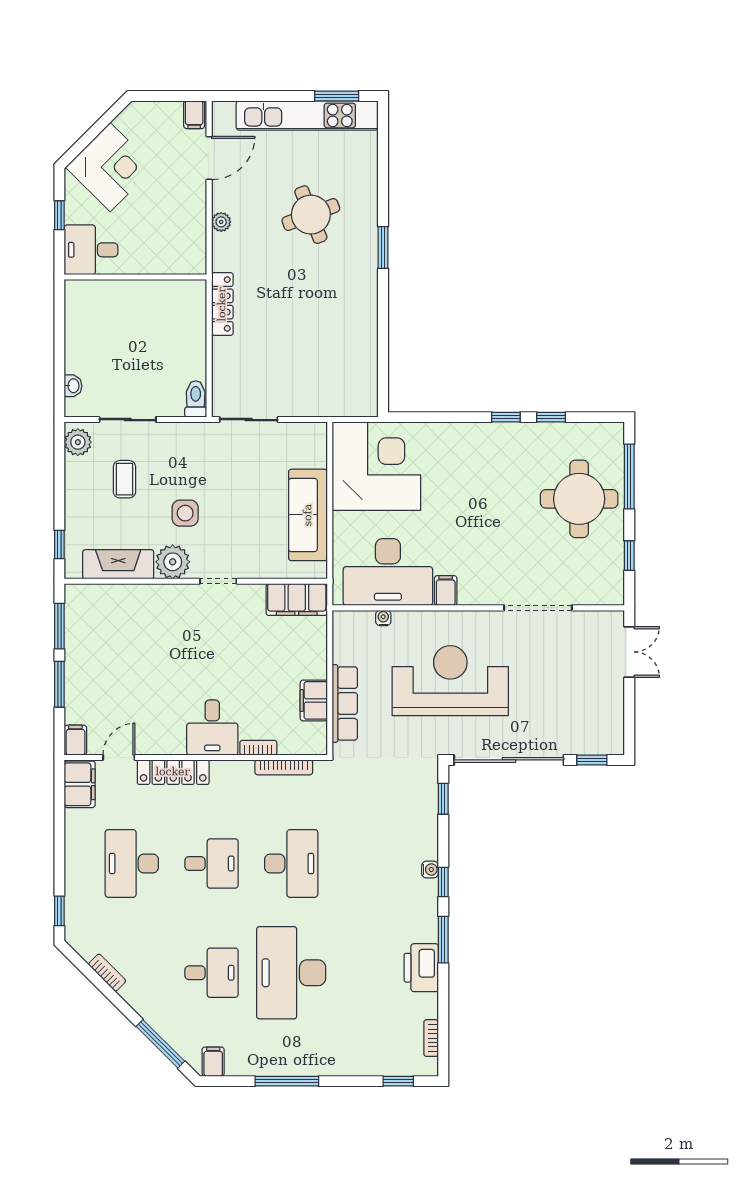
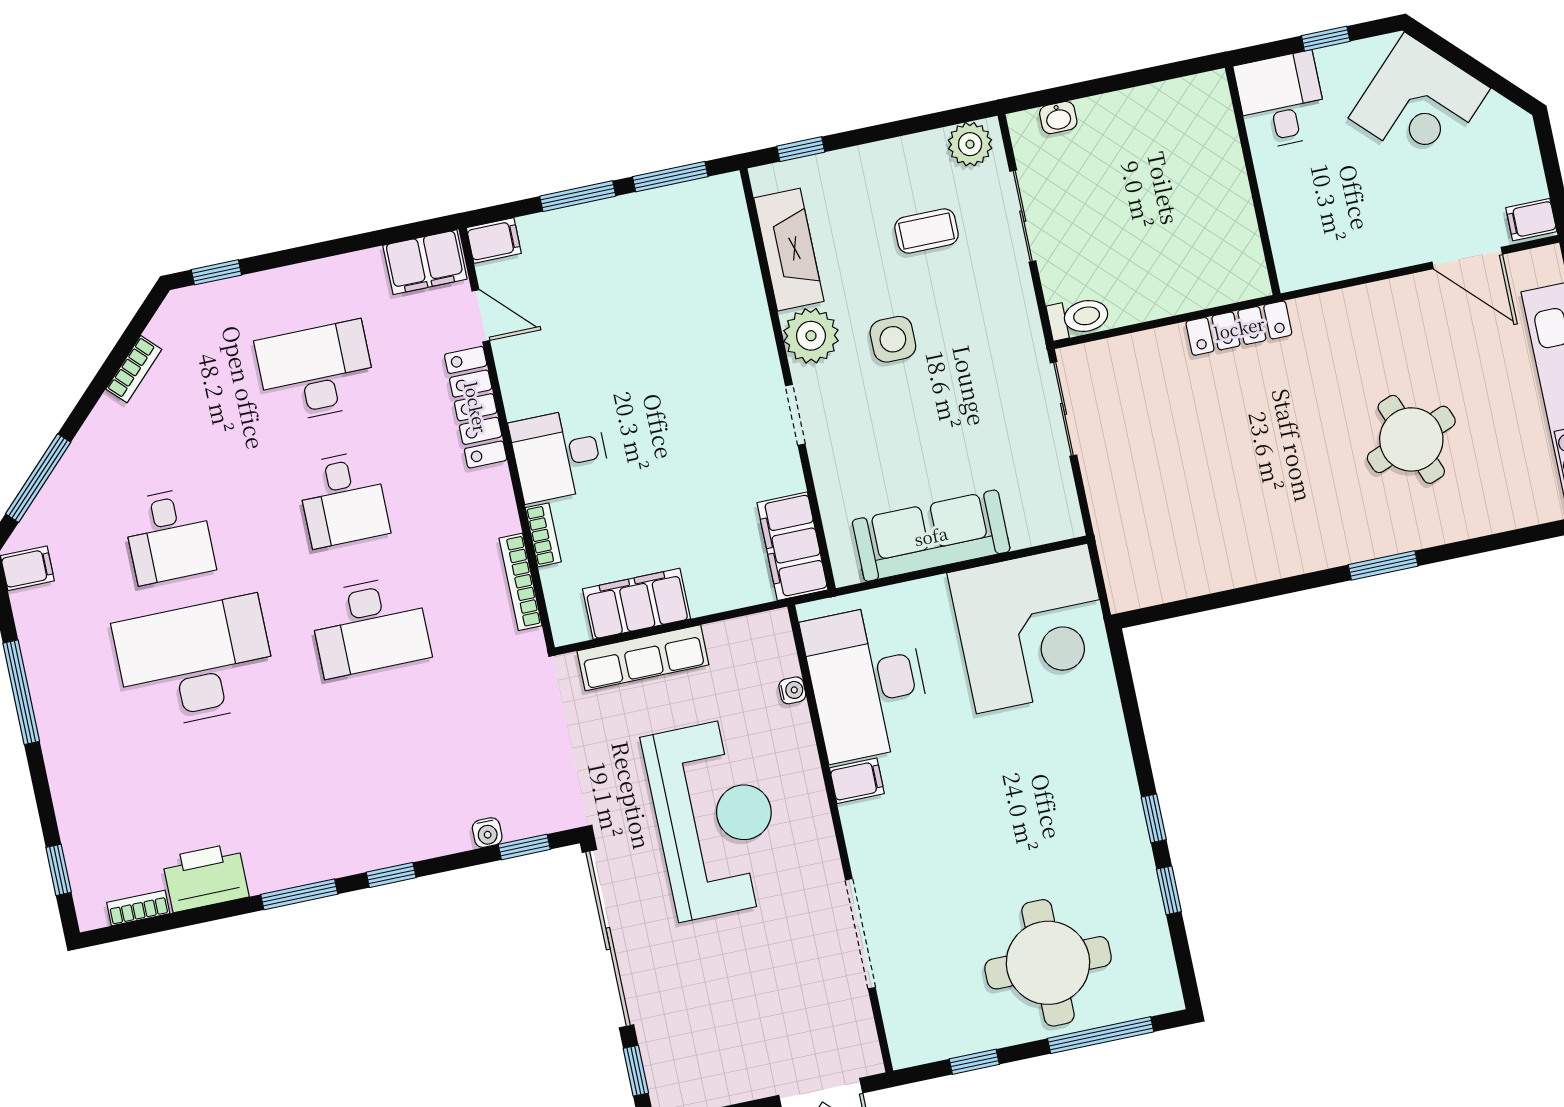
plant: (221, 222) -> (1369, 299), removed
filing cabinet: (314, 700) -> (637, 604), width x1.50, depth x1.17
water cooler: (430, 870) -> (487, 833), moved
printer: (421, 968) -> (205, 877), moved

